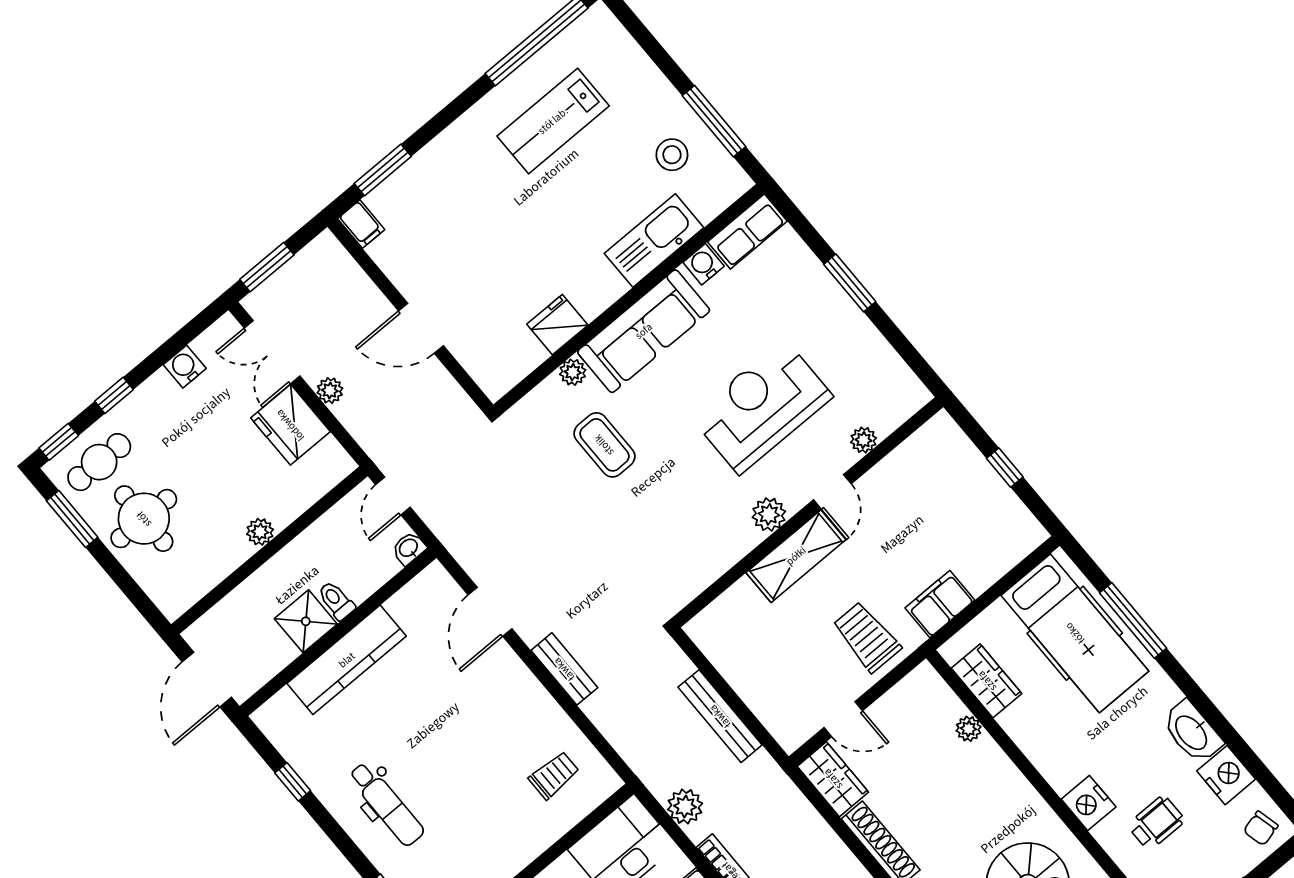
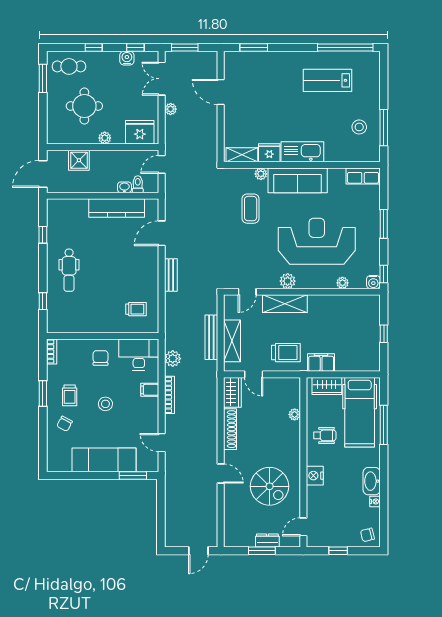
filing cabinet: (361, 224) -> (230, 60), removed
kitchen sink: (654, 241) -> (302, 152), moved
water cooler: (704, 264) -> (373, 282), moved, turned 180
door: (421, 328) -> (221, 92), moved
shelving: (514, 367) -> (242, 155), added
window: (920, 367) -> (384, 274), added
reception desk: (762, 406) -> (317, 241), width x1.36, depth x1.30
fridge: (290, 425) -> (140, 132), moved, turned 90
window: (59, 442) -> (135, 47), moved
door: (832, 492) -> (247, 292), moved
round table: (144, 519) -> (84, 106), moved
washbasin: (409, 548) -> (124, 187), moved
toilet: (336, 601) -> (138, 184), moved
shower: (306, 621) -> (79, 160), moved
trolley: (867, 637) -> (286, 353), turned 90
kitchen counter: (347, 660) -> (117, 208), moved
wardrobe: (987, 681) -> (327, 386), moved, turned 90
shelving: (760, 693) -> (232, 341), added
nightstand: (1226, 775) -> (375, 501), width x0.53, depth x0.56
wheelchair: (1156, 823) -> (325, 435), moved

